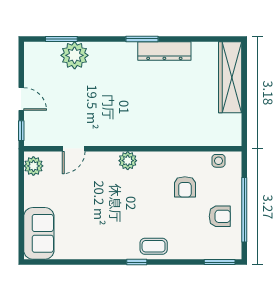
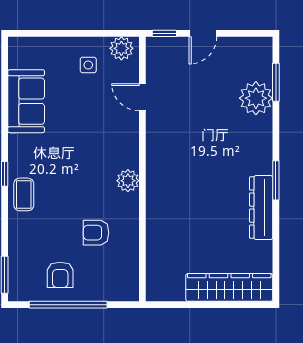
plant: (128, 161) -> (128, 181), moved
side table: (219, 161) -> (88, 65), moved
sofa: (39, 233) -> (26, 101), moved, turned -90

